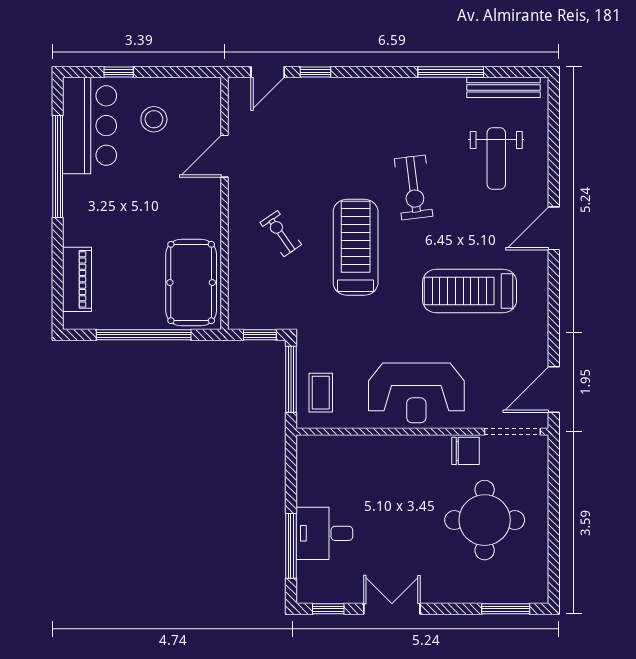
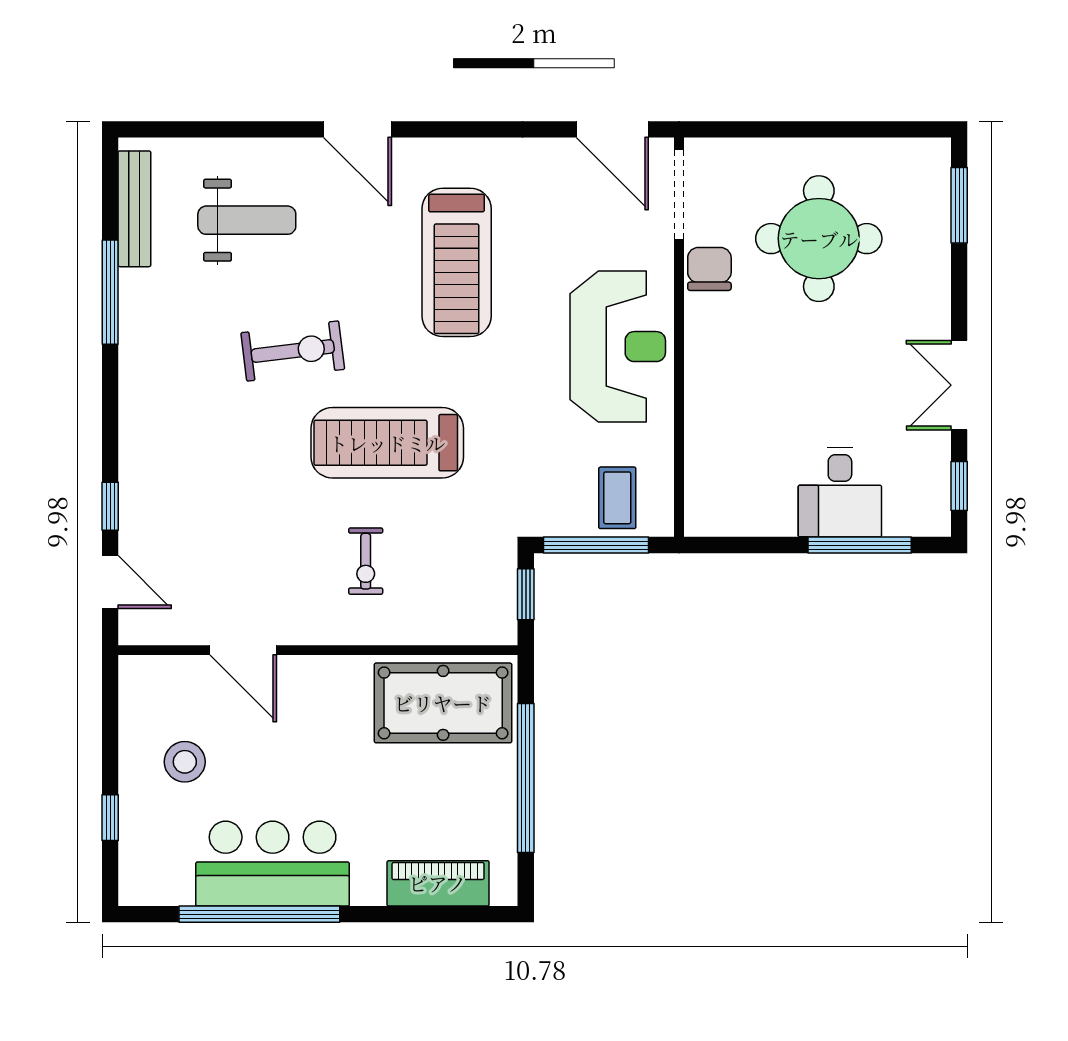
bar counter: (90, 126) -> (273, 864), moved
exercise bike: (281, 234) -> (366, 561), turned -55
coffee table: (321, 393) -> (617, 498), turned 90

